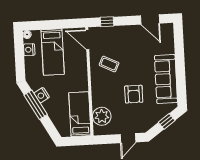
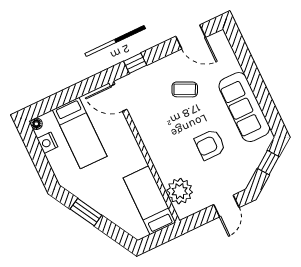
coffee table: (109, 64) -> (185, 89), moved
armchair: (134, 94) -> (210, 145), turned 90
nightstand: (42, 95) -> (89, 196), removed
window: (36, 105) -> (86, 212), width x0.69

